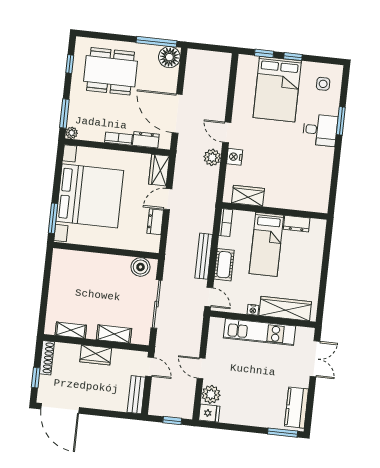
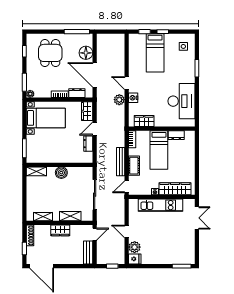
floor lamp: (169, 57) -> (86, 53), moved
dining table: (110, 71) -> (50, 53), width x0.73
bed: (277, 89) -> (155, 53), width x0.67
desk: (320, 130) -> (181, 101), moved, width x1.87, depth x1.30
bed with nightstands: (90, 196) -> (46, 118), width x0.54
shelving: (68, 257) -> (36, 171), added
boiler: (140, 267) -> (61, 173), moved
door: (209, 297) -> (127, 187), swing flipped
door: (150, 367) -> (95, 234), hinge flipped
kitchen counter: (296, 408) -> (189, 250), removed

